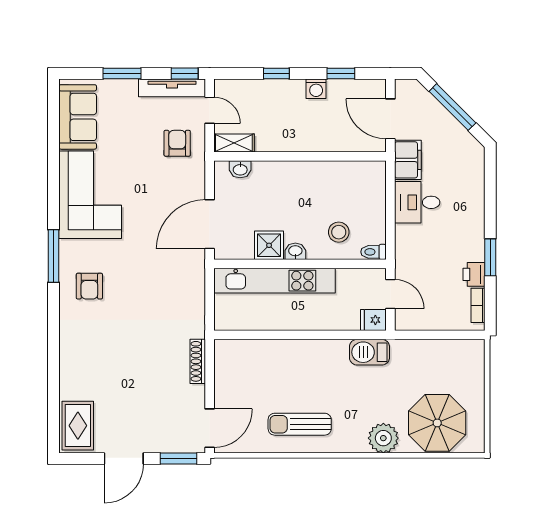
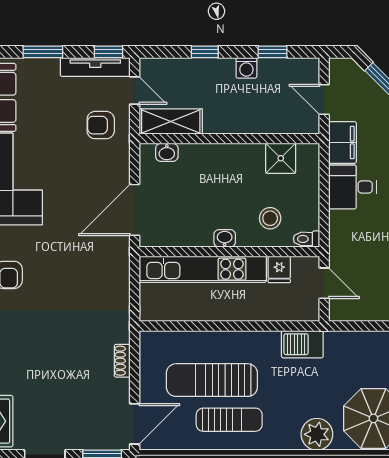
door: (390, 119) -> (324, 100), width x0.73
armchair: (177, 143) -> (101, 125), turned -90
shelving: (234, 143) -> (171, 122), width x1.50, depth x1.33
shower: (269, 245) -> (281, 158), moved
fridge: (373, 320) -> (279, 269), moved, turned -90
shoe rack: (198, 361) -> (122, 361), width x0.70
sun lounger: (283, 386) -> (212, 380), added
sun lounger: (300, 424) -> (229, 420), turned 180

